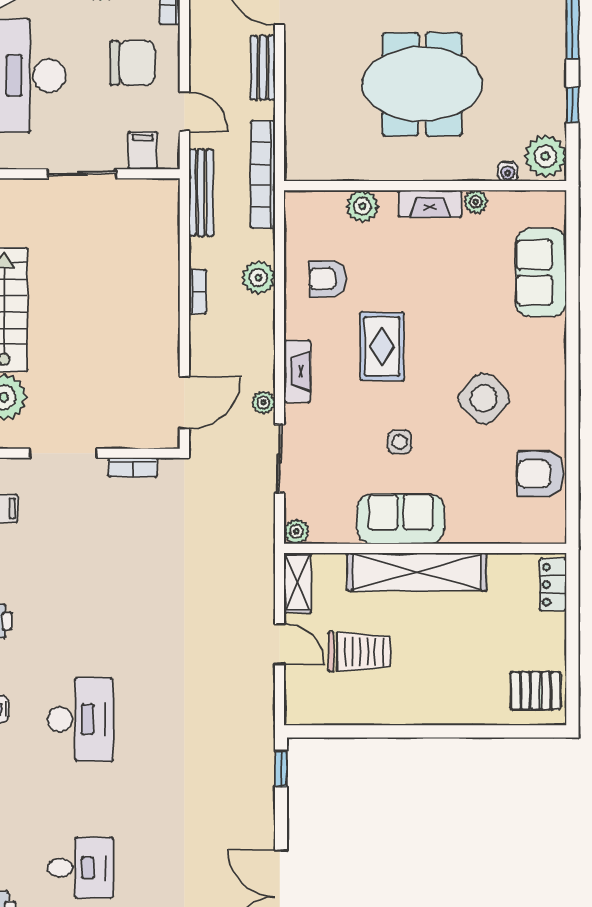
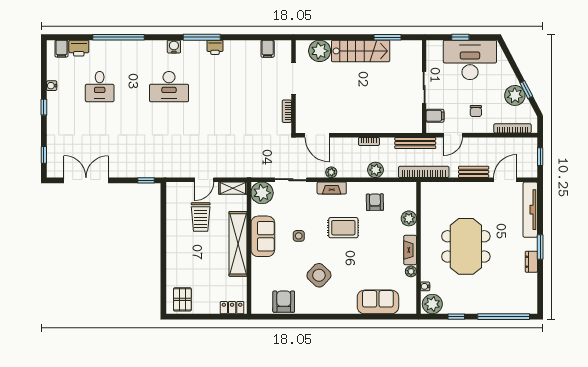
chair: (133, 63) -> (476, 111), width x0.54, depth x0.54
plant: (263, 402) -> (331, 172), moved
plant: (297, 531) -> (262, 193), width x1.88, depth x1.88

